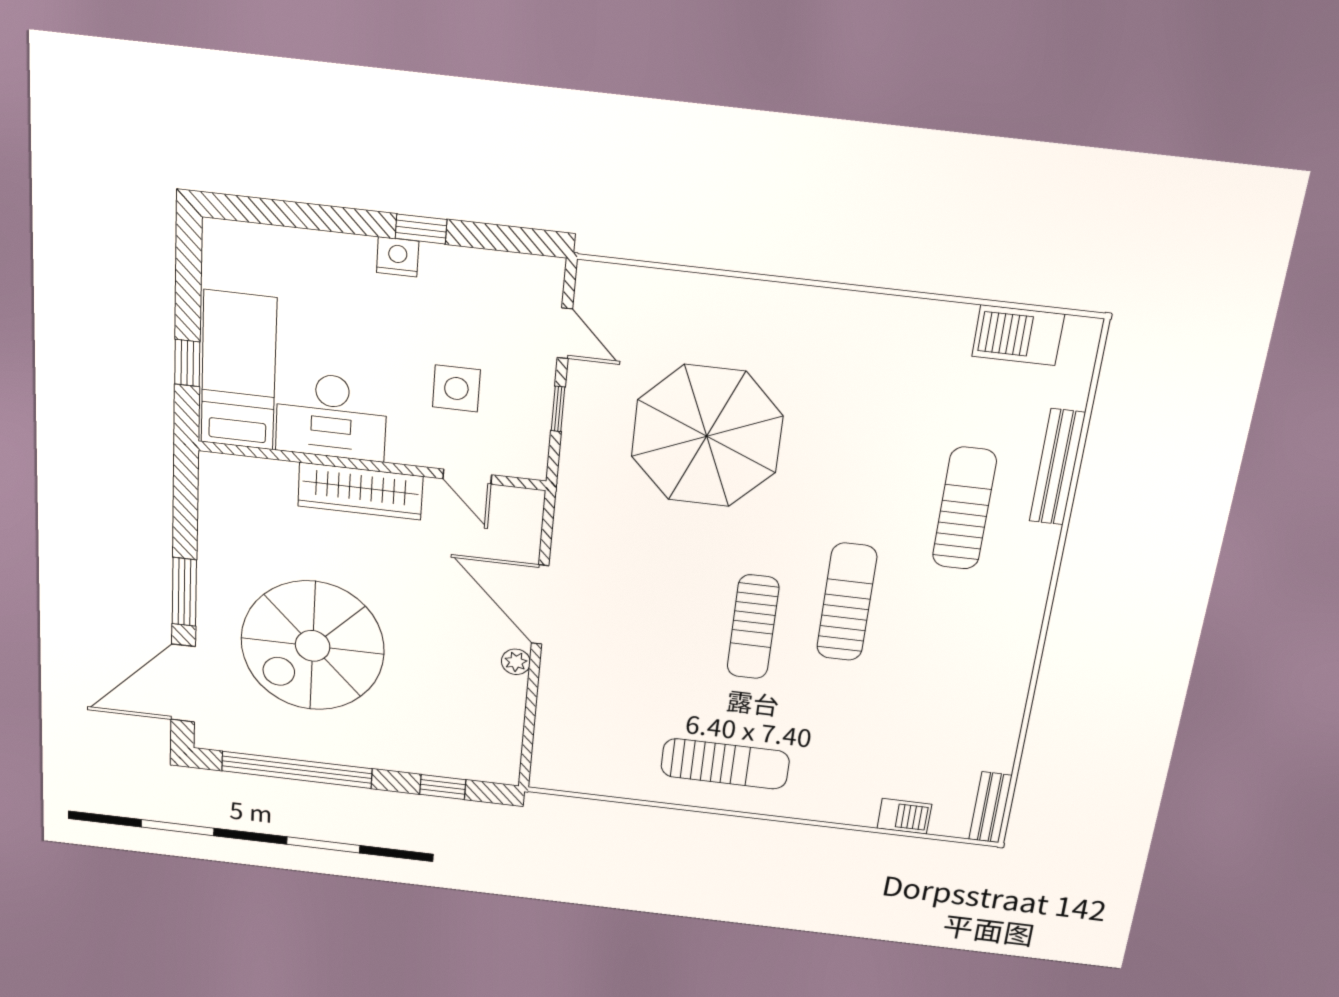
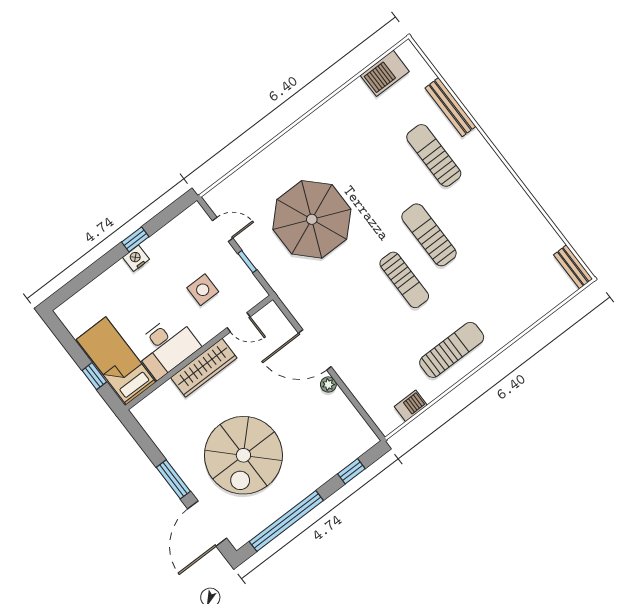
barbecue: (904, 816) -> (411, 406), moved

